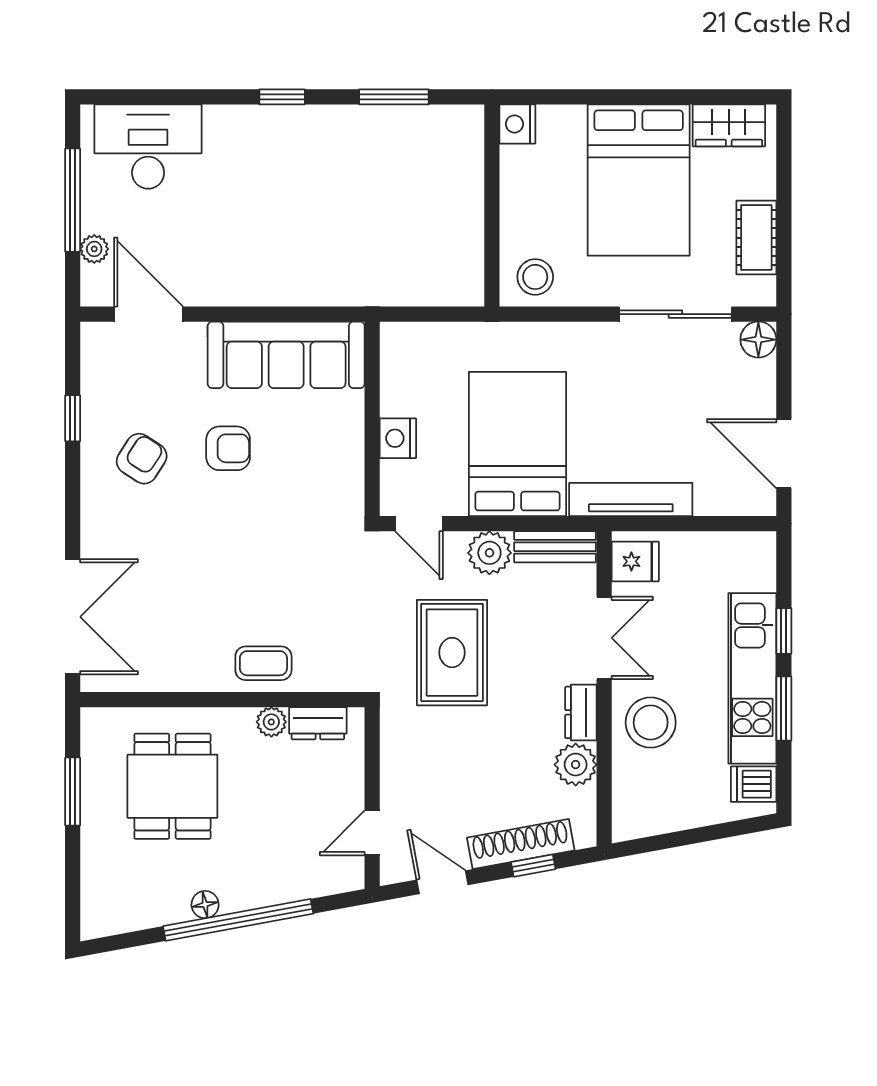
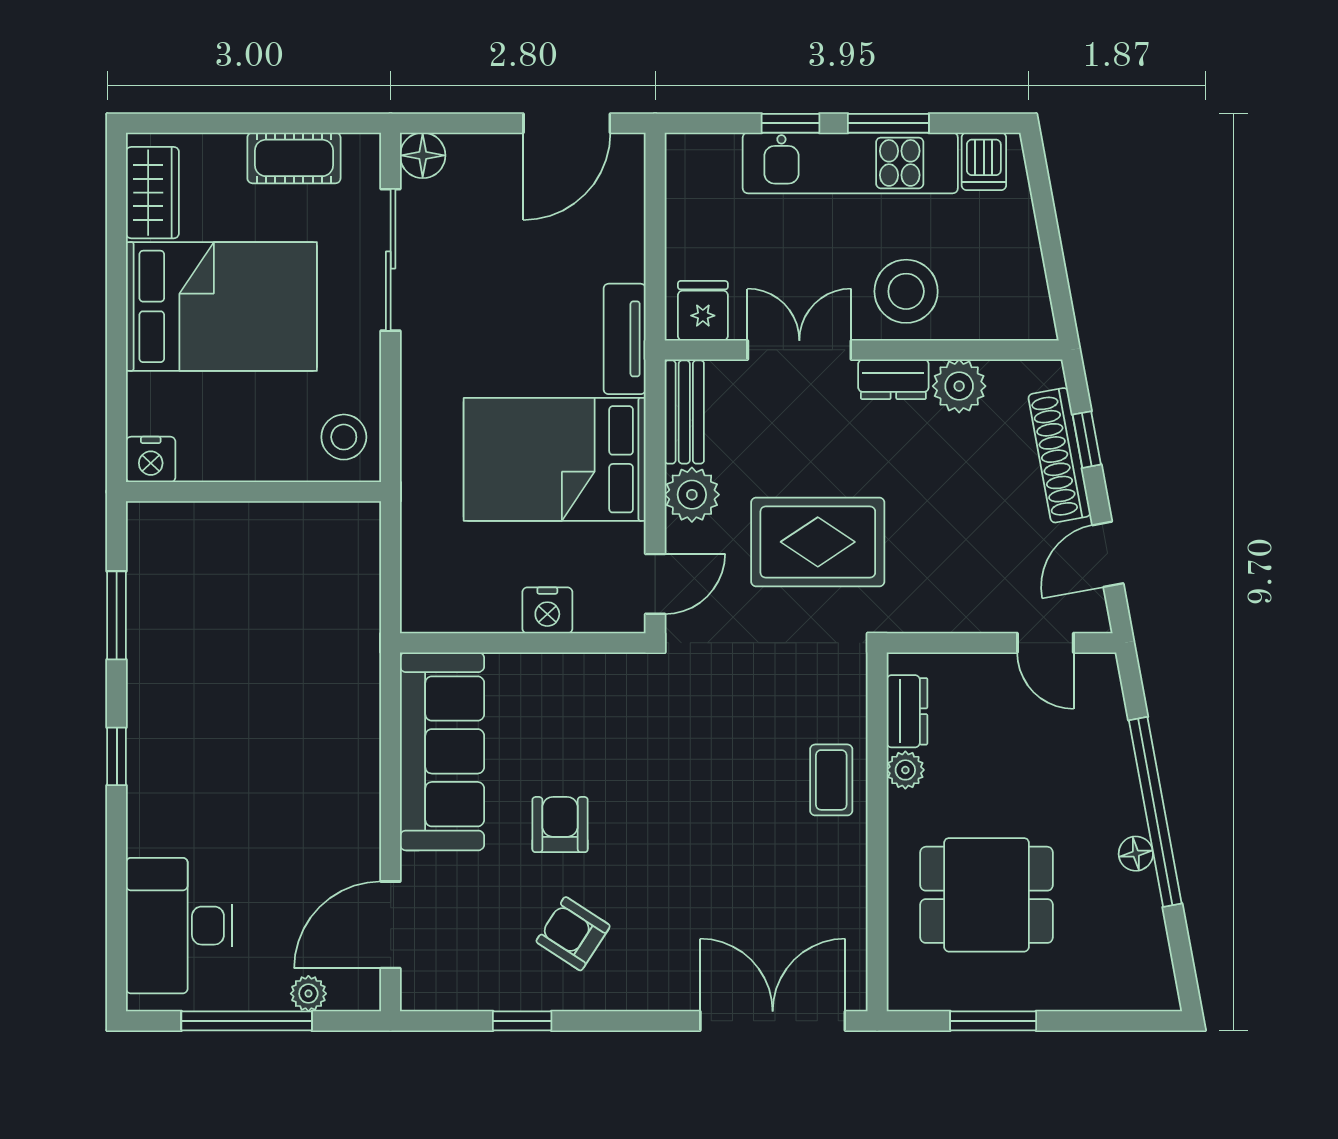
tv unit: (631, 499) -> (625, 339), width x0.71

